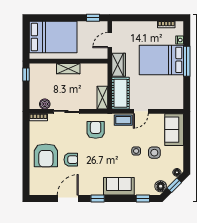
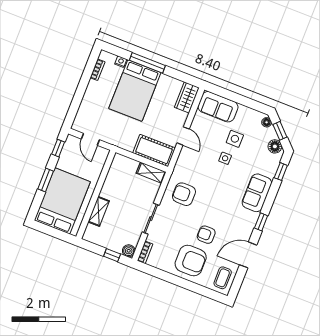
window: (64, 18) -> (46, 180), added
wardrobe: (119, 65) -> (187, 97), moved, turned -90
shelving: (68, 69) -> (99, 211), moved
window: (26, 75) -> (112, 255), moved
boiler: (45, 104) -> (129, 251), moved
coffee table: (123, 120) -> (223, 278), moved
armchair: (71, 160) -> (206, 235), turned -90
door: (68, 199) -> (248, 255), hinge flipped

